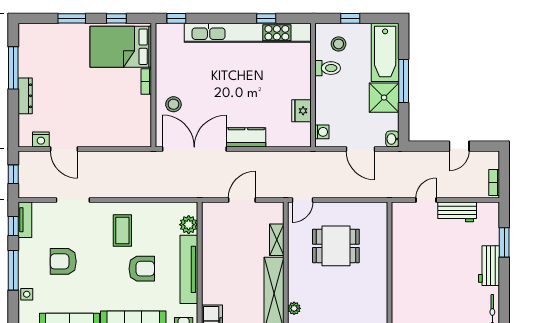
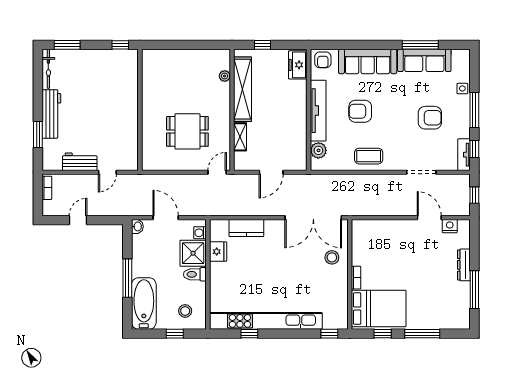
window: (72, 18) -> (422, 334), width x1.44
toilet: (328, 68) -> (195, 274), moved
shower: (384, 98) -> (193, 253), moved
kitchen counter: (246, 137) -> (246, 228), moved
coffee table: (122, 231) -> (369, 156), moved, turned 90
workbench: (489, 266) -> (51, 114), width x1.38

